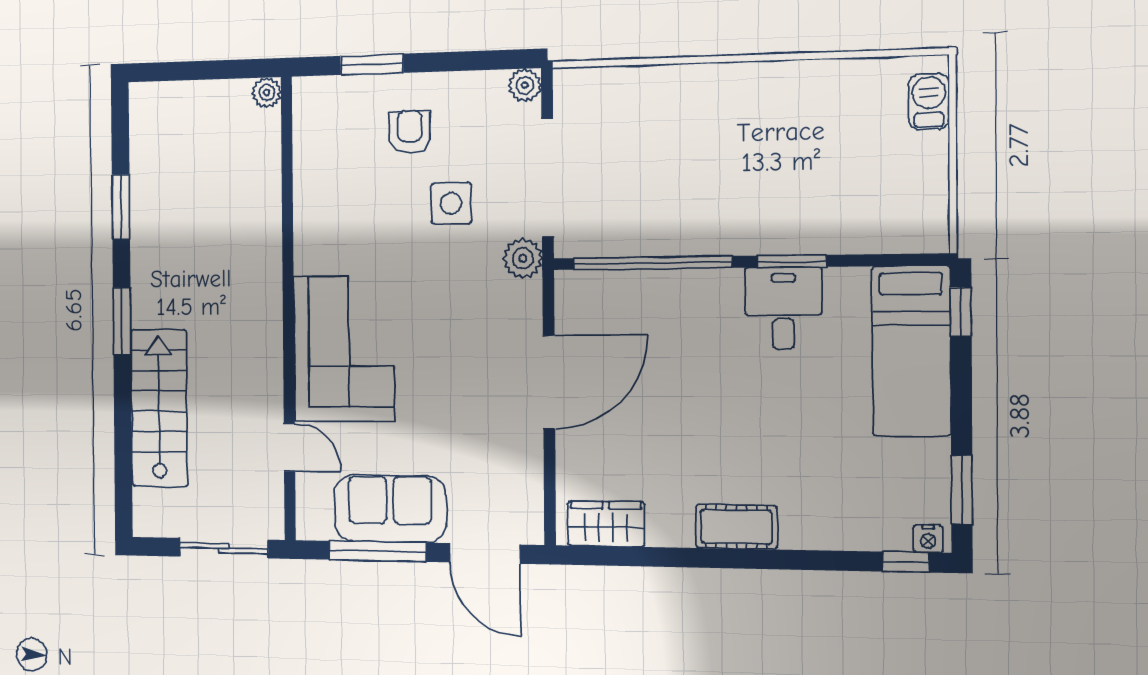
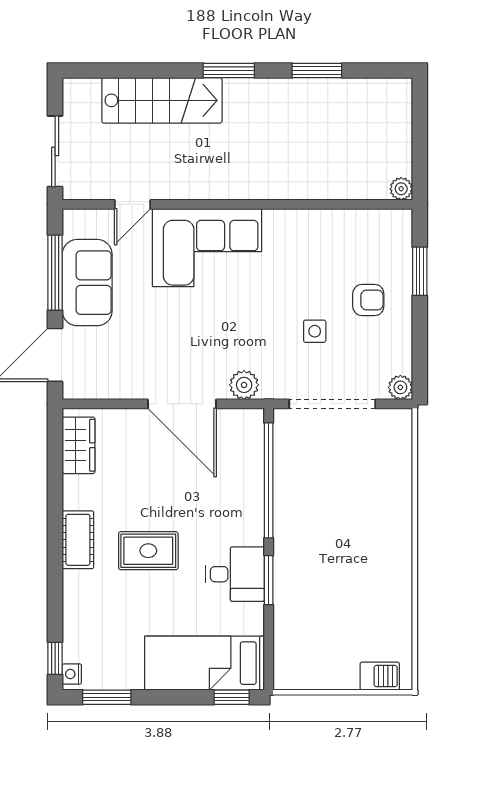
side table: (451, 203) -> (315, 331), width x0.73, depth x0.73
plant: (523, 258) -> (244, 385), moved
rug: (751, 429) -> (148, 551), added

